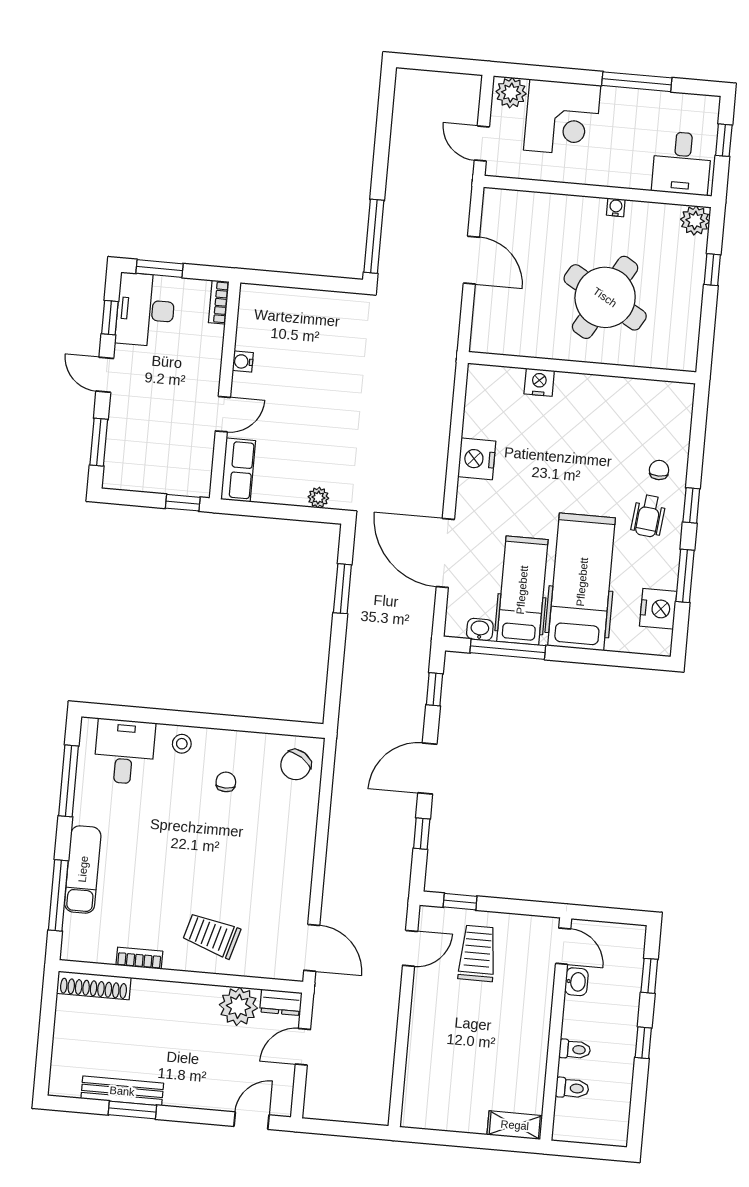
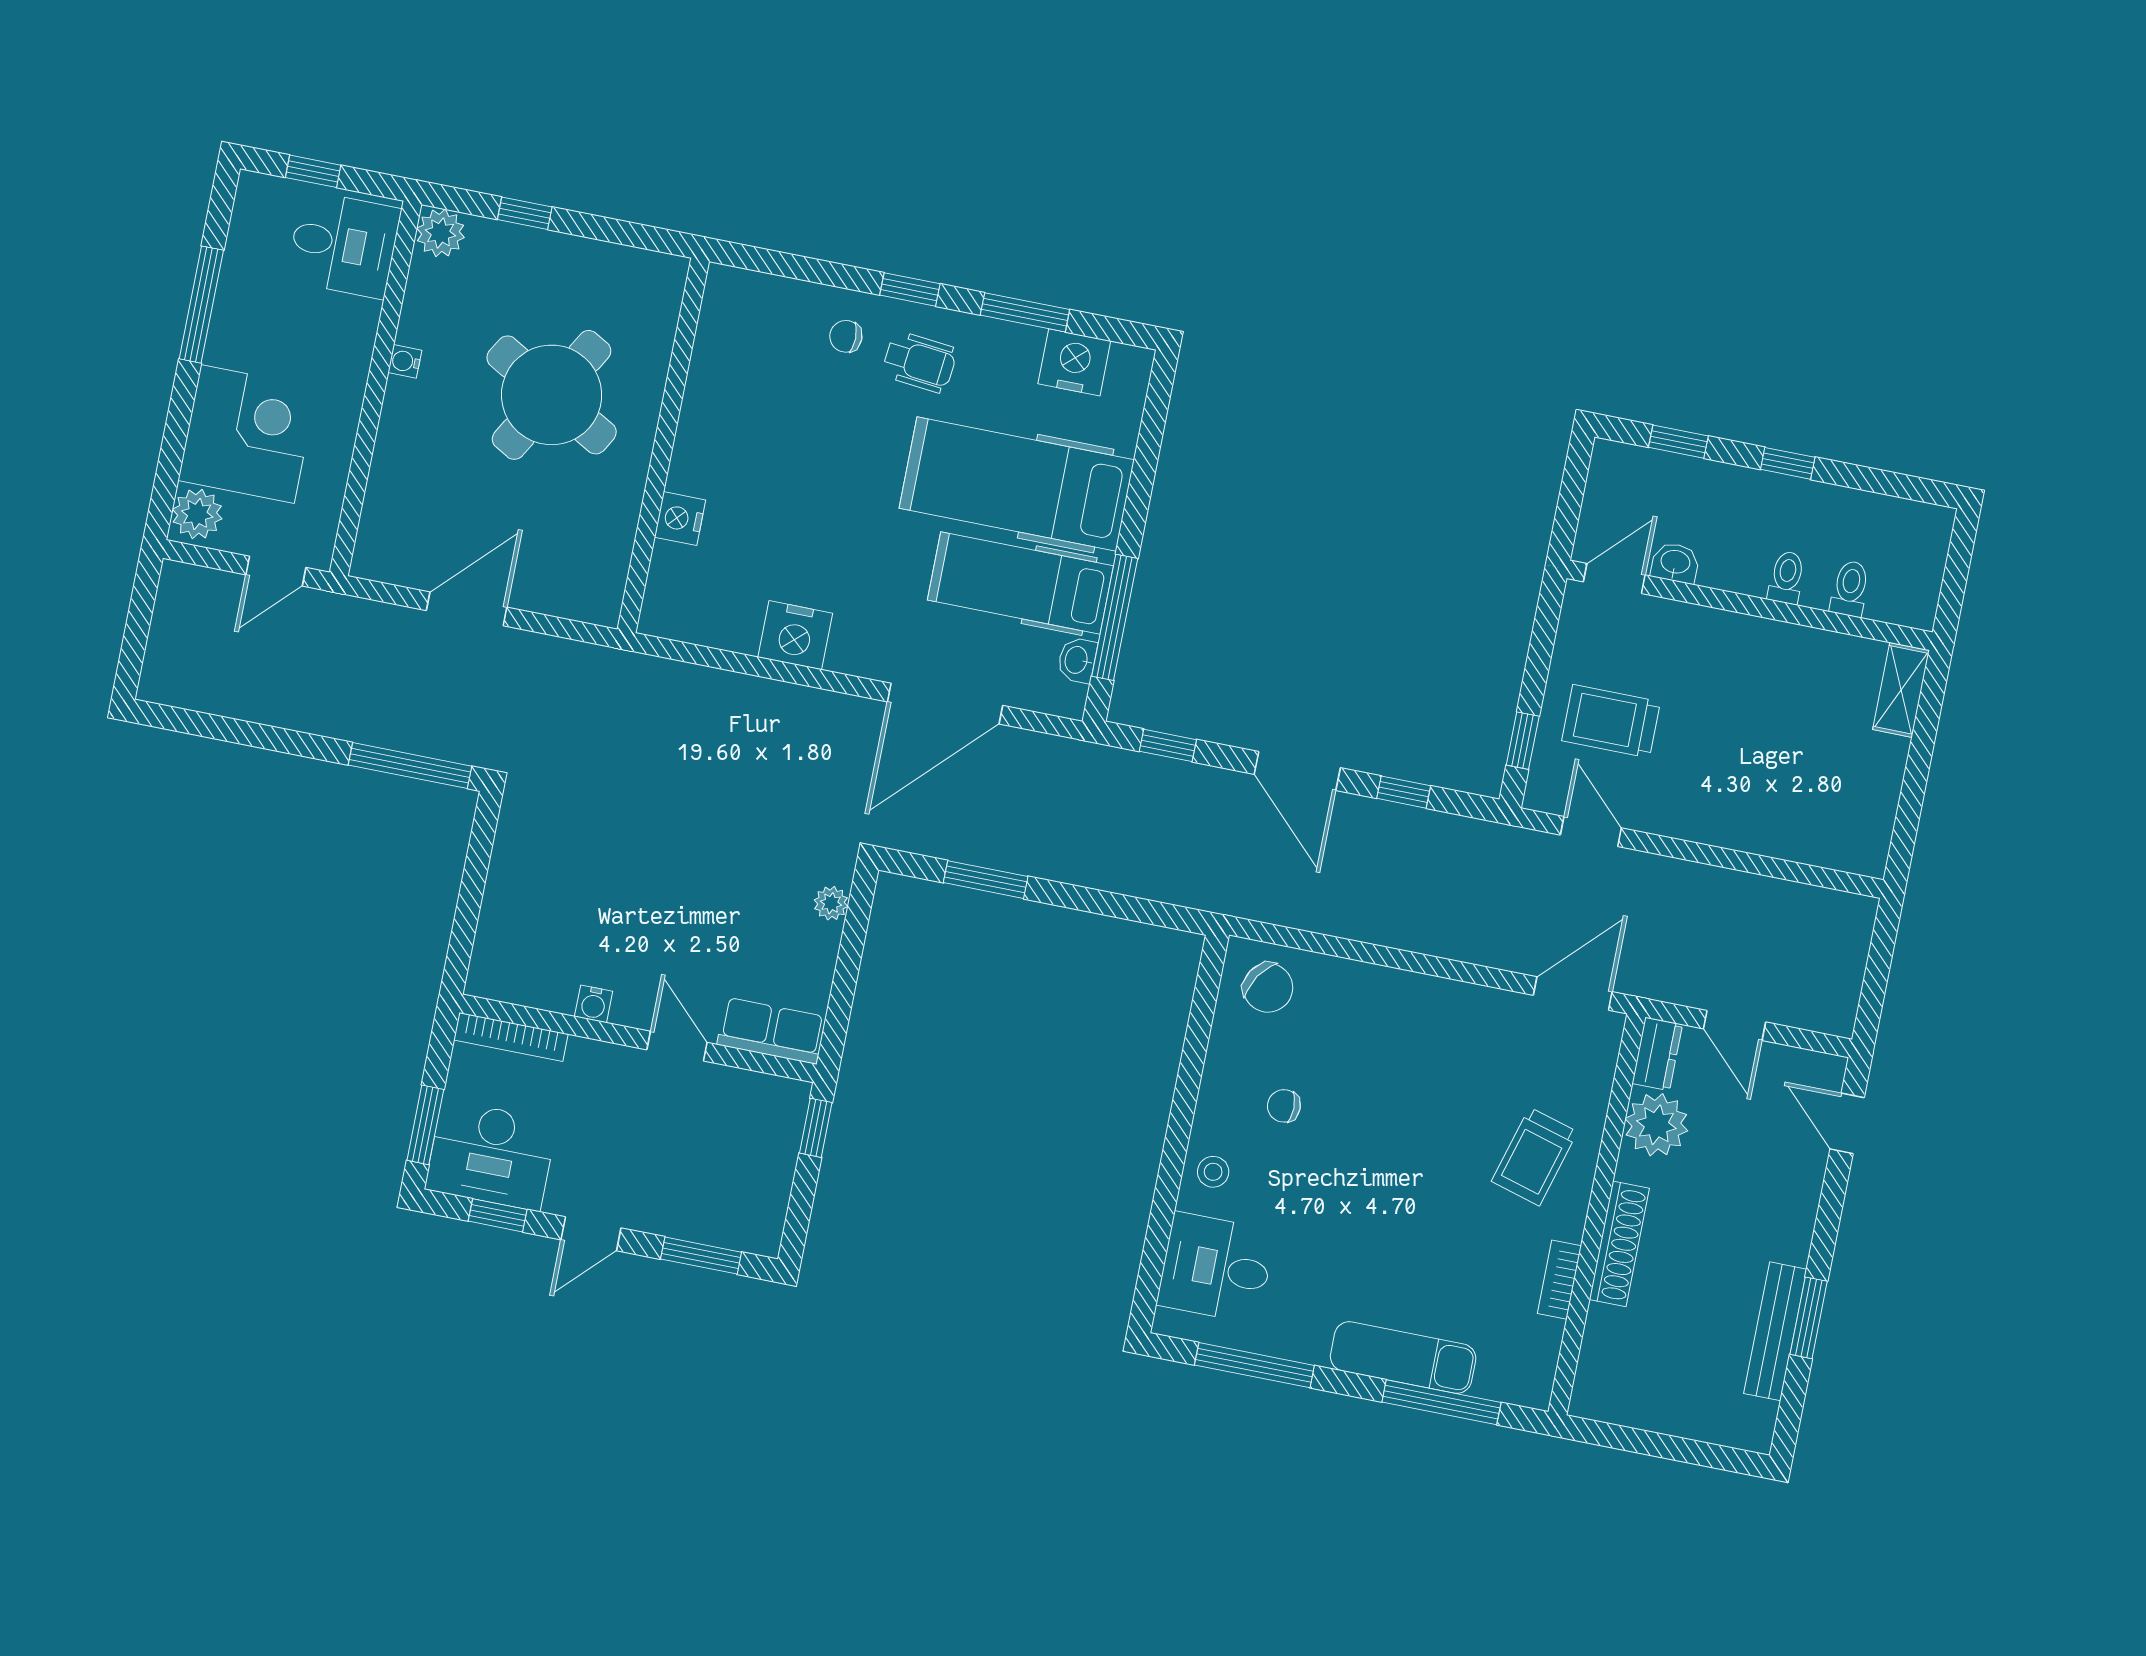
bookcase: (219, 302) -> (511, 1037), width x1.56
shoe rack: (94, 985) -> (1619, 1244), moved

